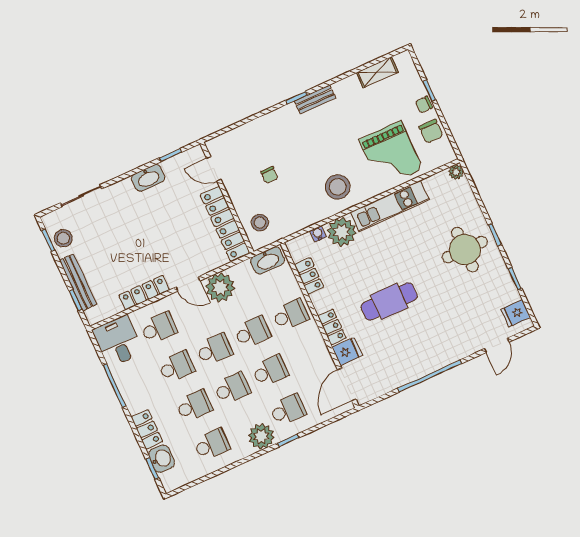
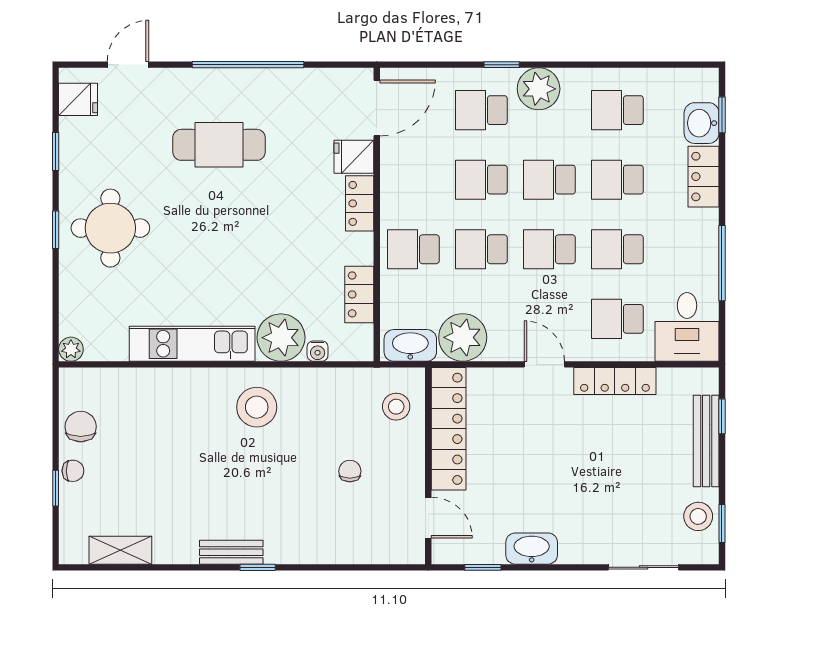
grand piano: (391, 154) -> (156, 419), removed
plant: (220, 287) -> (463, 337), moved
cafe table: (389, 301) -> (219, 145), moved

